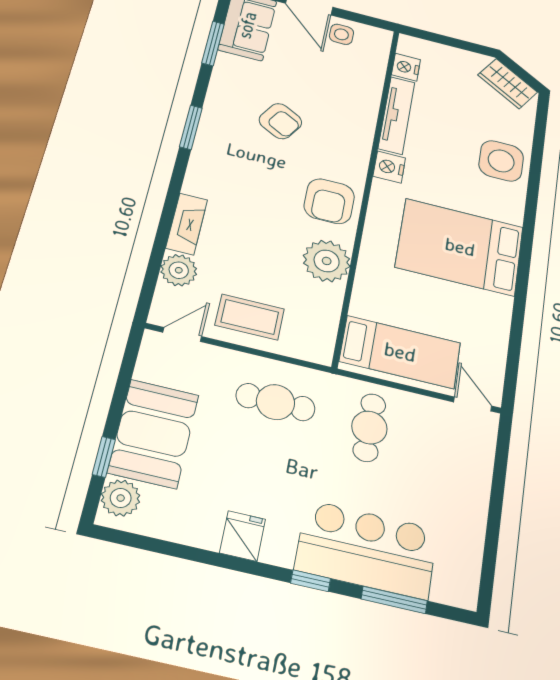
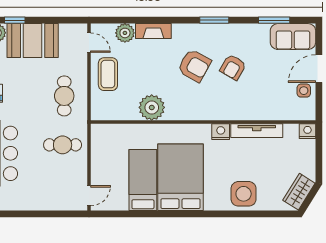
nightstand: (406, 67) -> (307, 131), moved
armchair: (329, 201) -> (194, 66), moved, turned -151
bed: (400, 352) -> (143, 180), moved, turned 180

